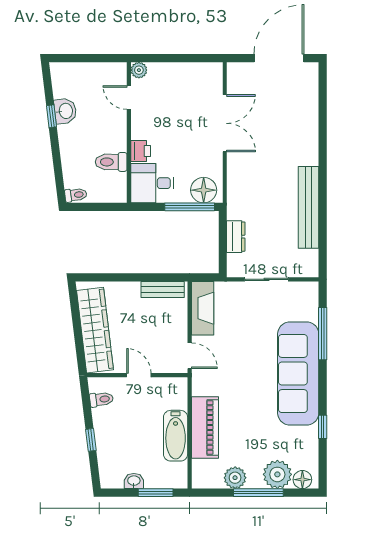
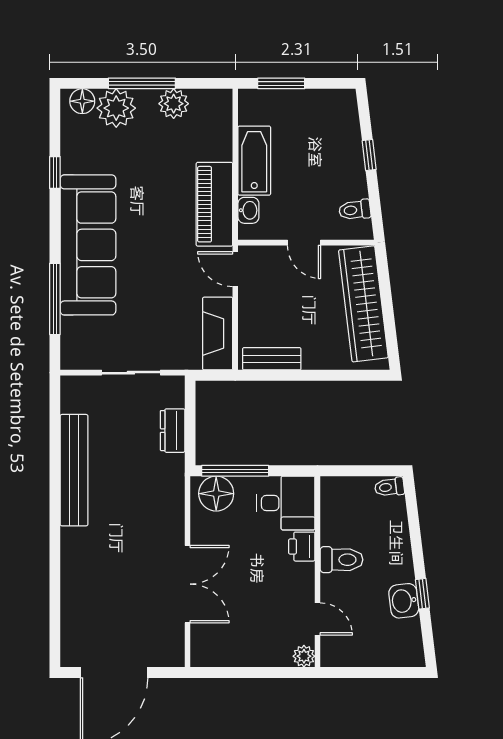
double door: (225, 123) -> (188, 584), swing flipped
toilet: (111, 162) -> (341, 560), moved
piano: (205, 427) -> (214, 204), moved
washbasin: (134, 481) -> (248, 210), moved, turned -90

